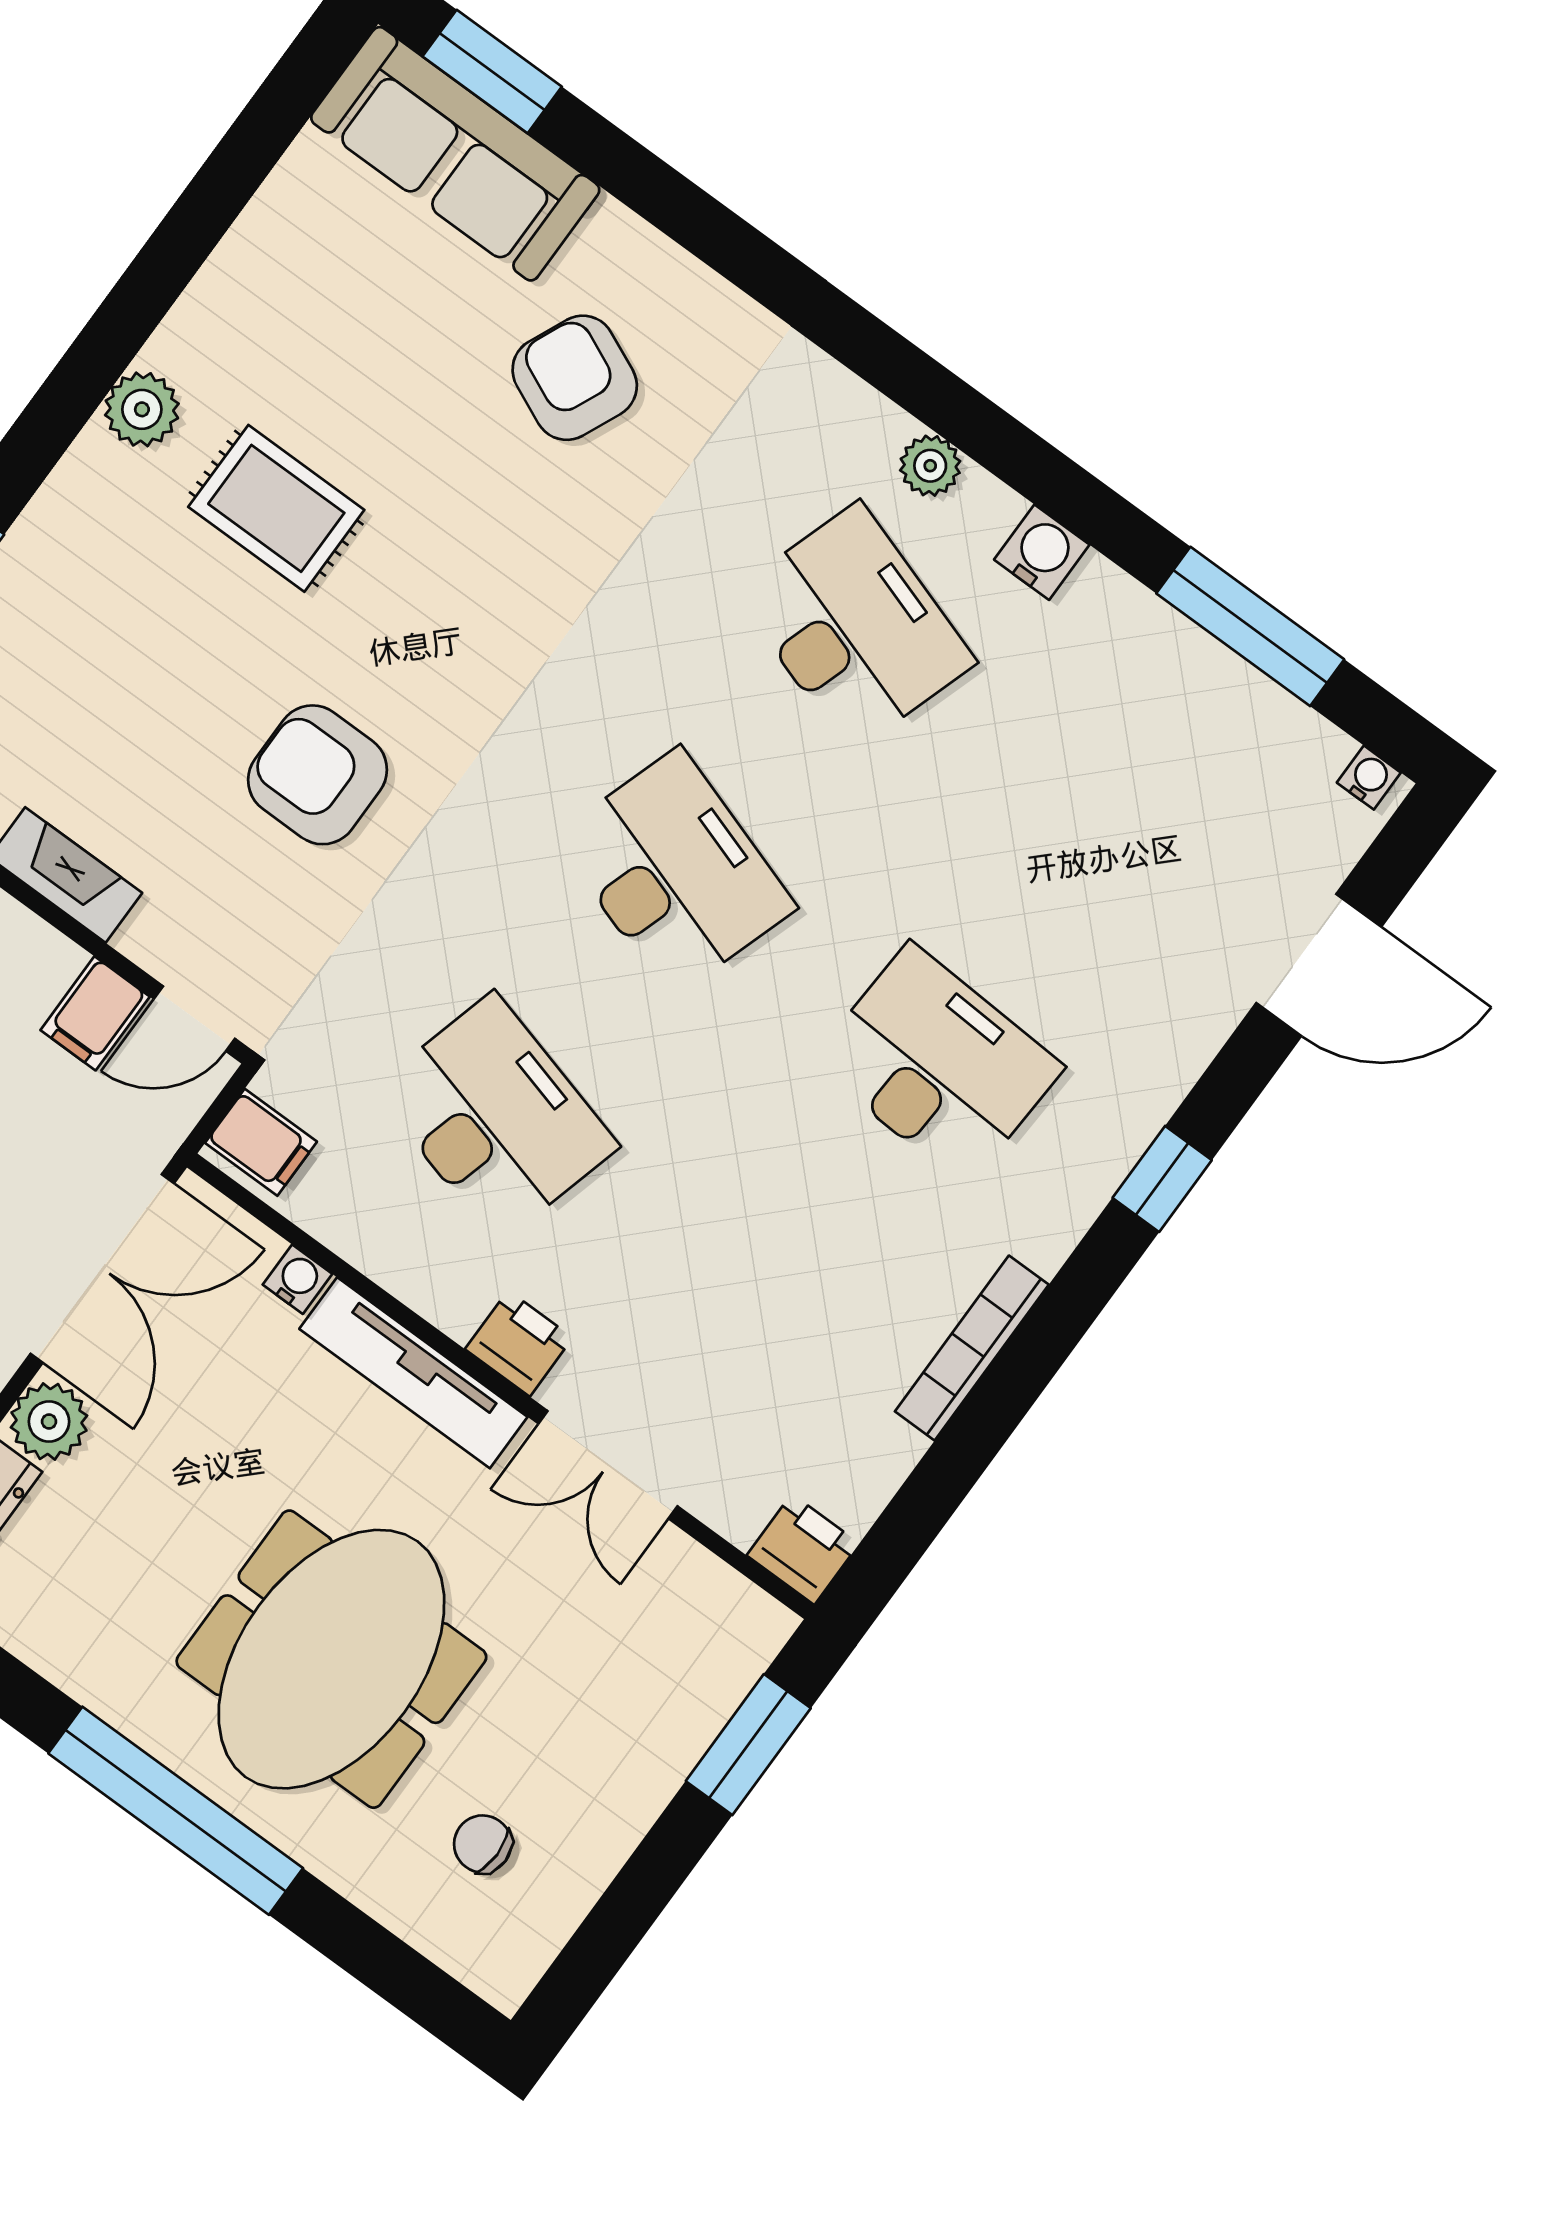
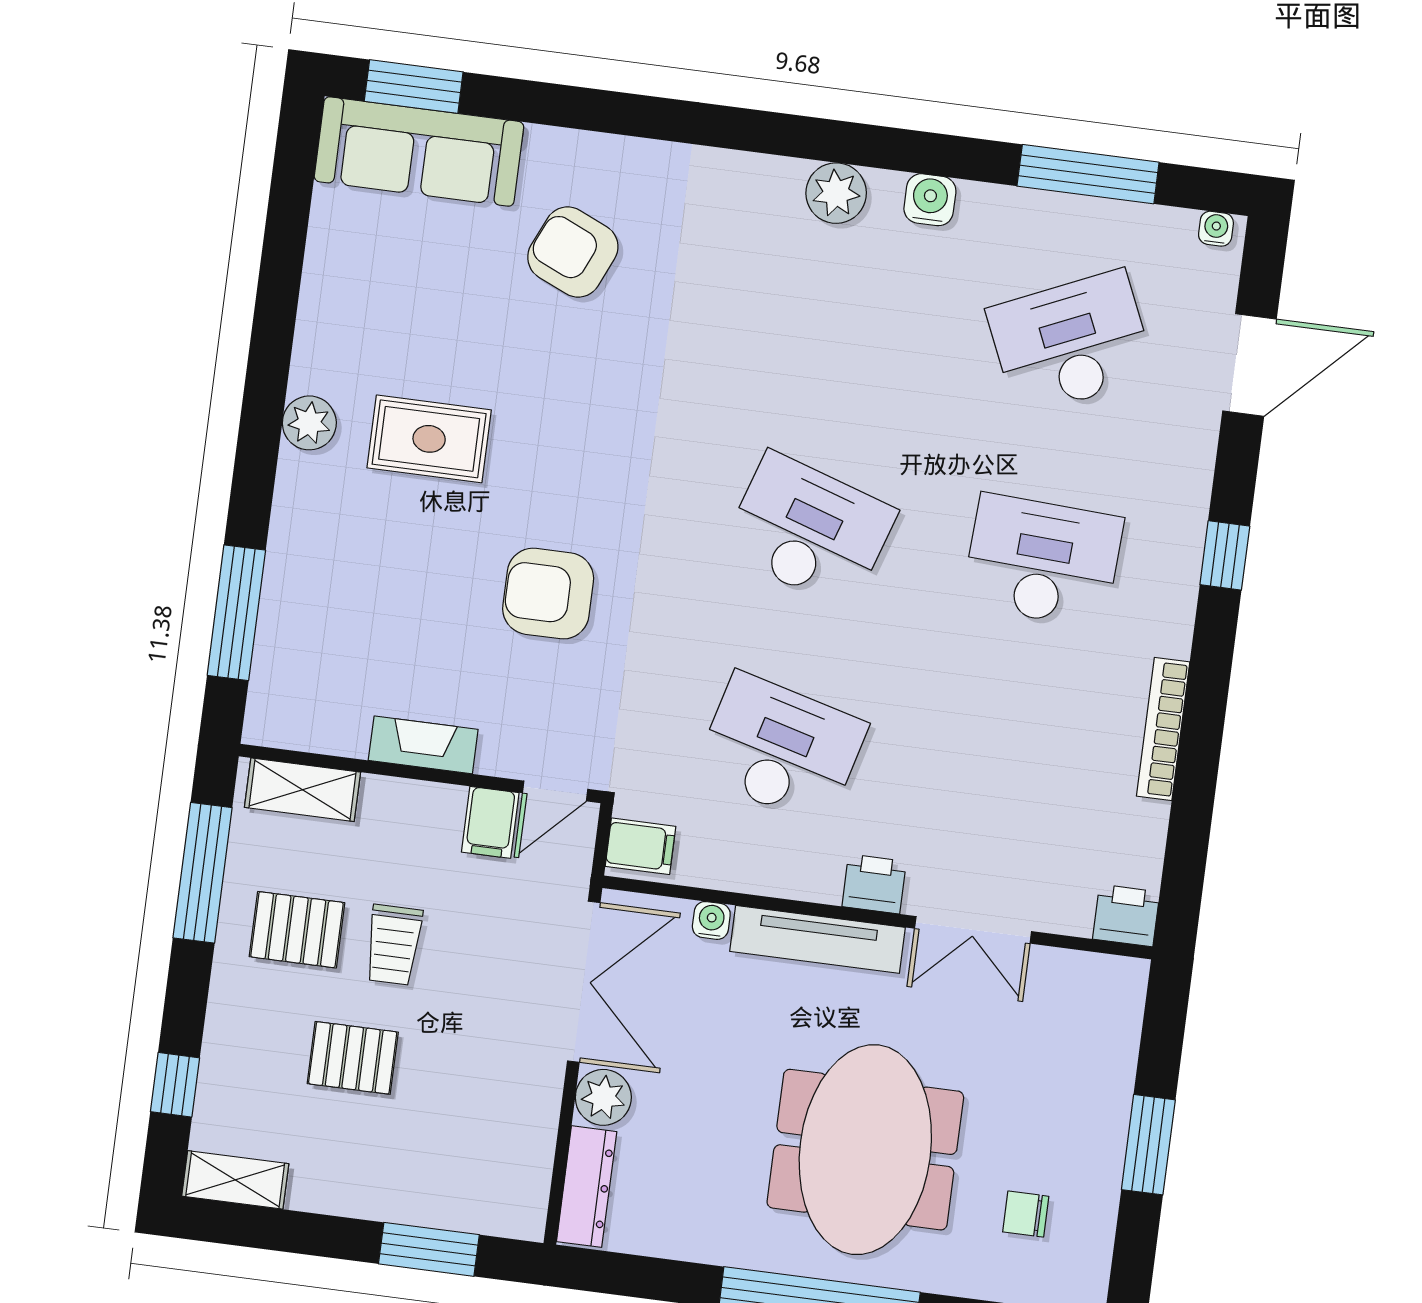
plant: (930, 466) -> (836, 193), width x1.38, depth x1.38
desk: (855, 627) -> (1071, 343), moved, turned -42
window: (748, 1745) -> (1148, 1145), moved

